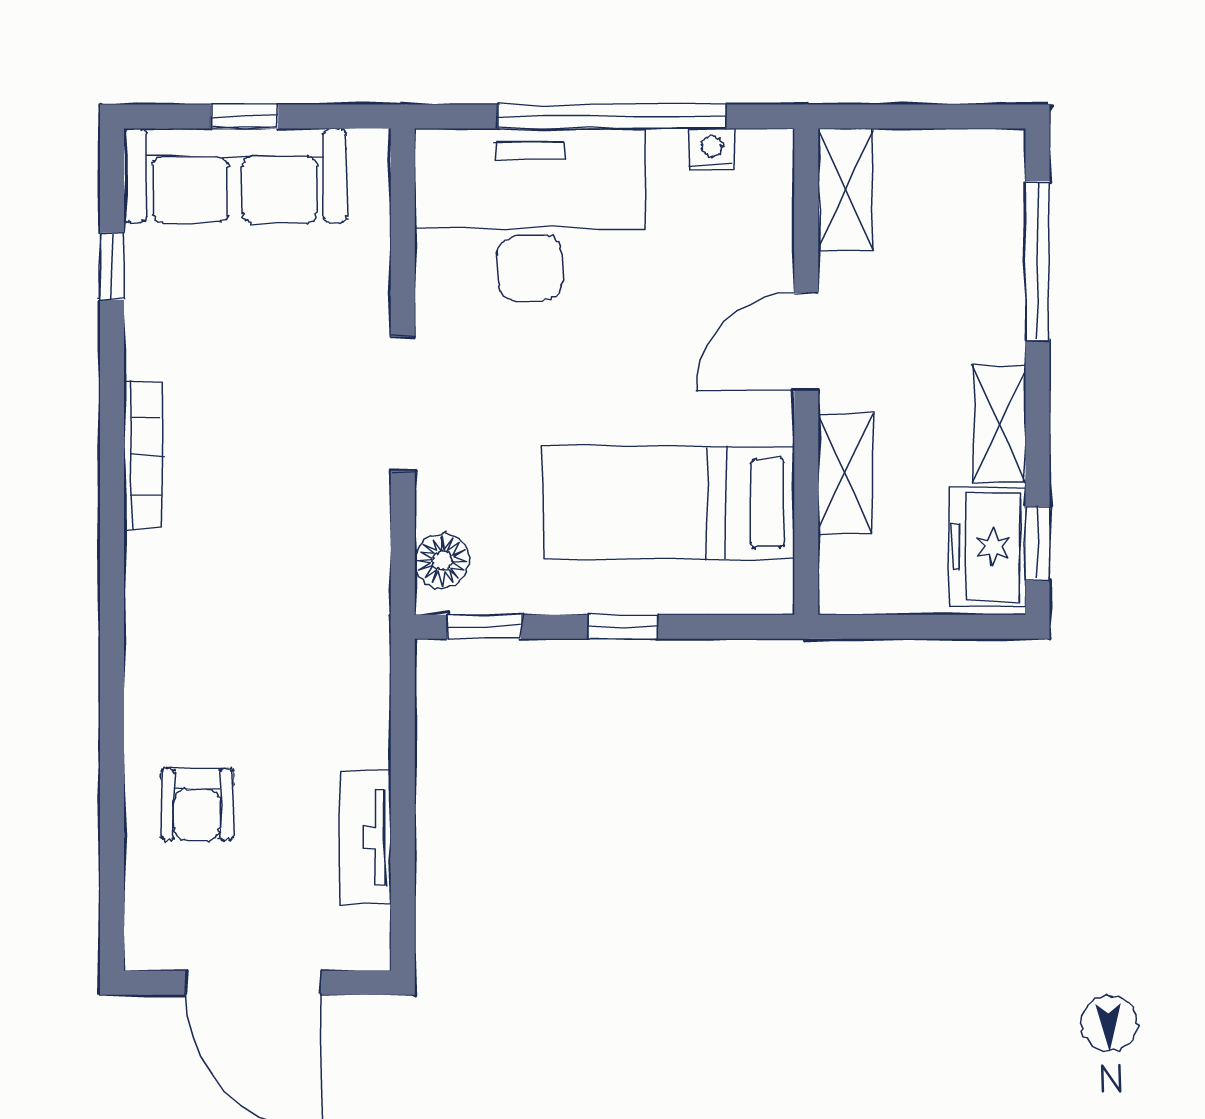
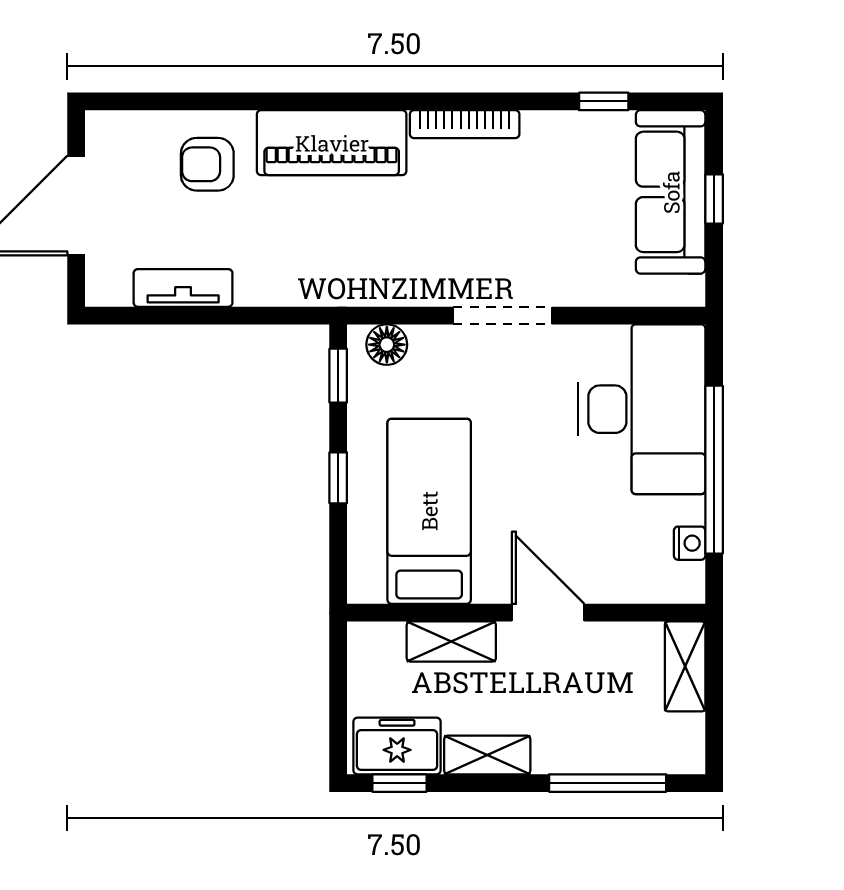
shelving: (846, 189) -> (685, 666), moved, turned 90
piano: (168, 636) -> (332, 143), added

